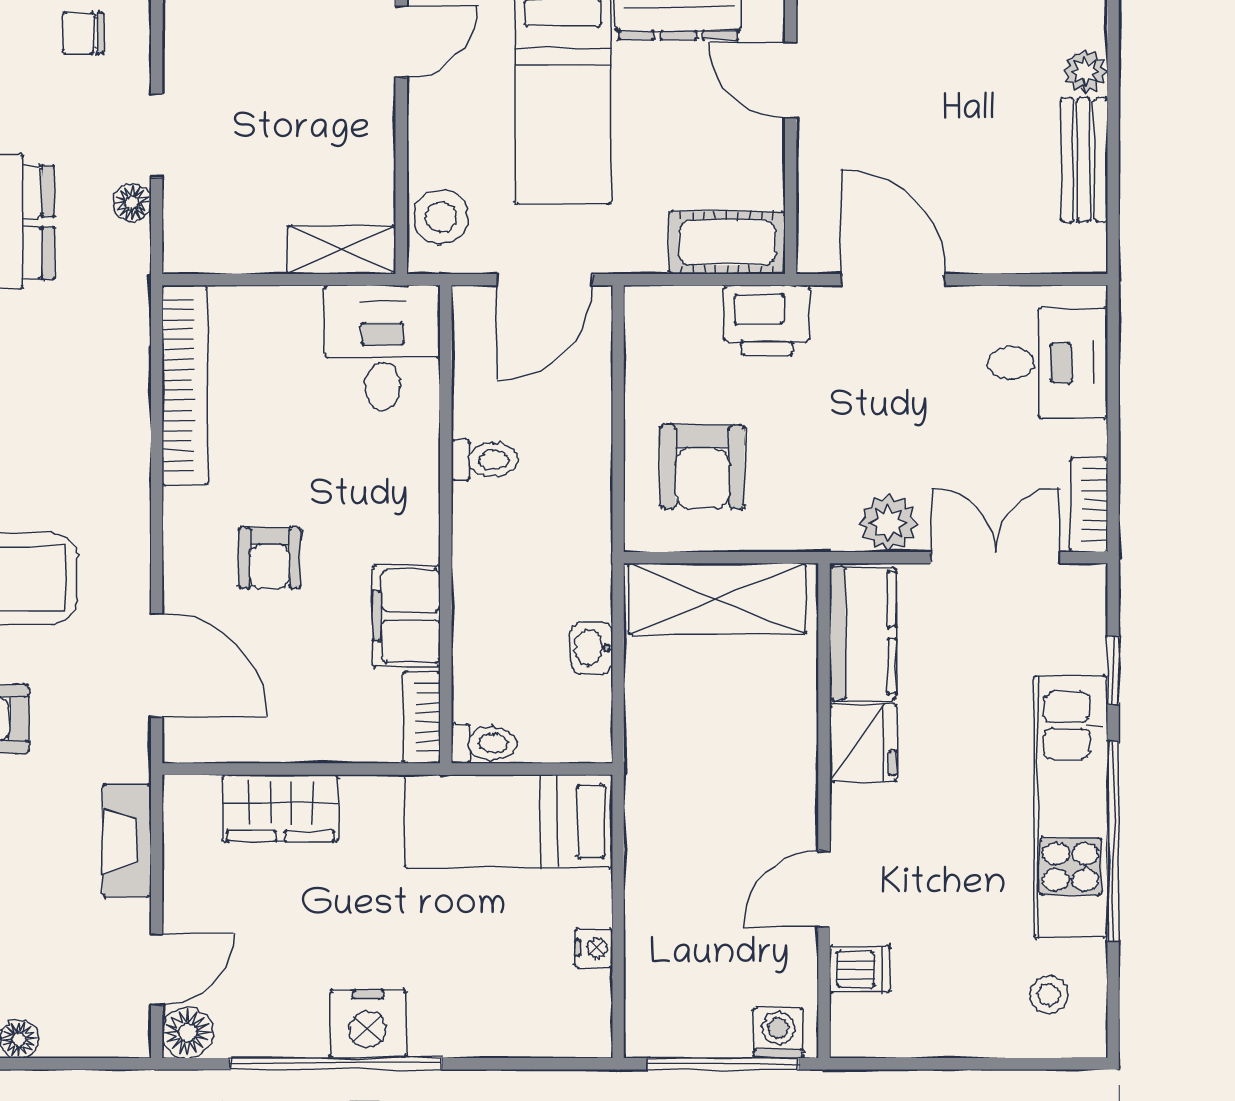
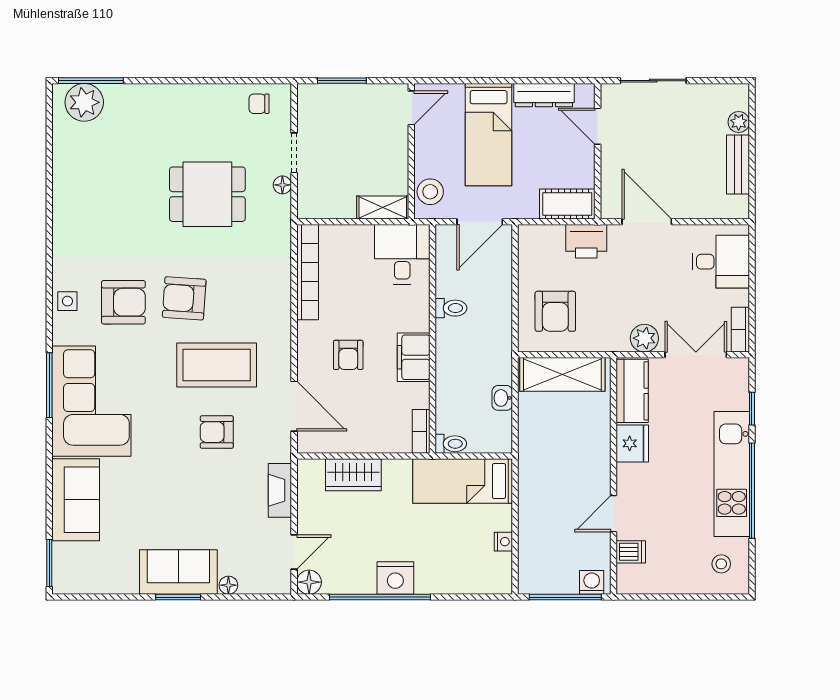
filing cabinet: (406, 616) -> (414, 357), moved

